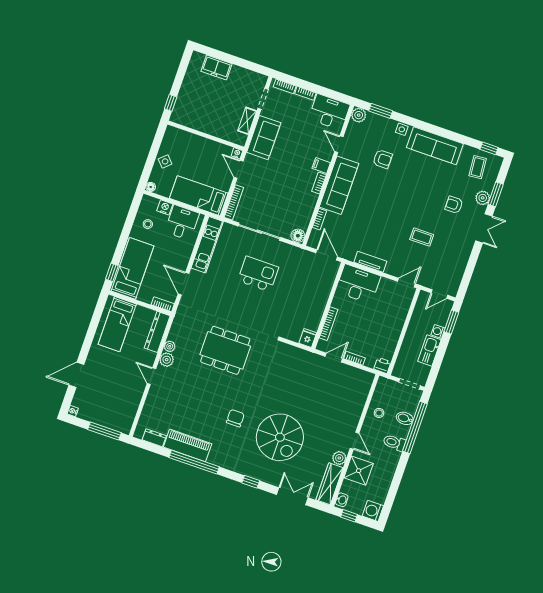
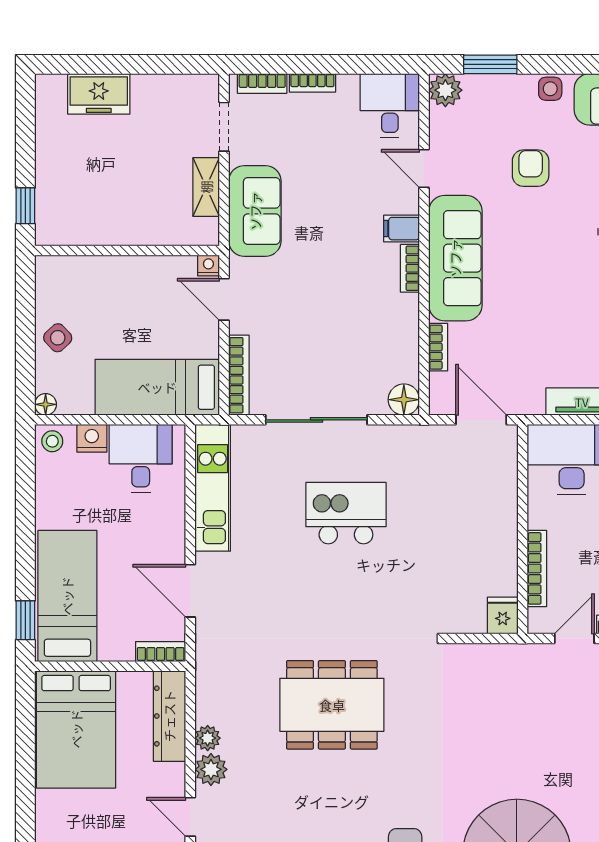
desk: (329, 112) -> (390, 106), width x0.73
armchair: (382, 159) -> (531, 168), turned -90
stool: (148, 224) -> (52, 441), moved
bed: (117, 324) -> (76, 729), width x1.50

